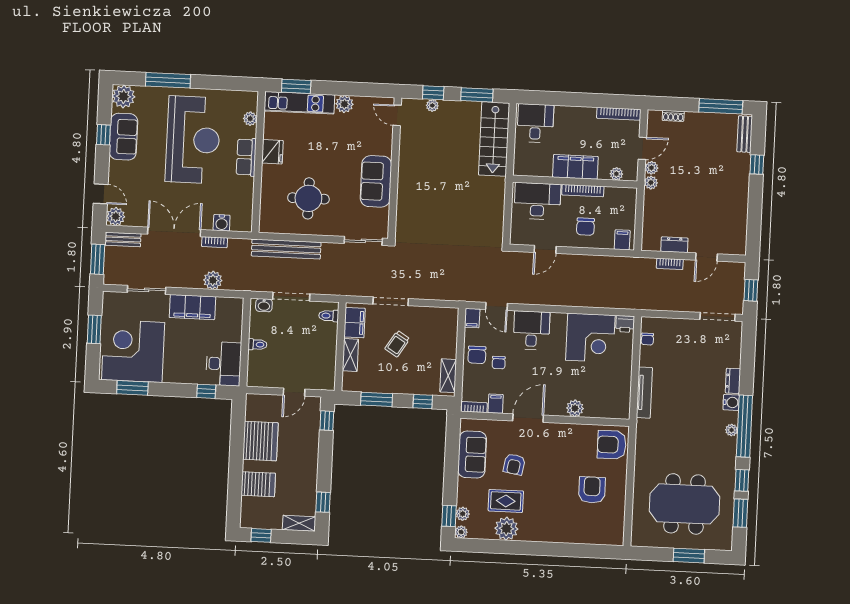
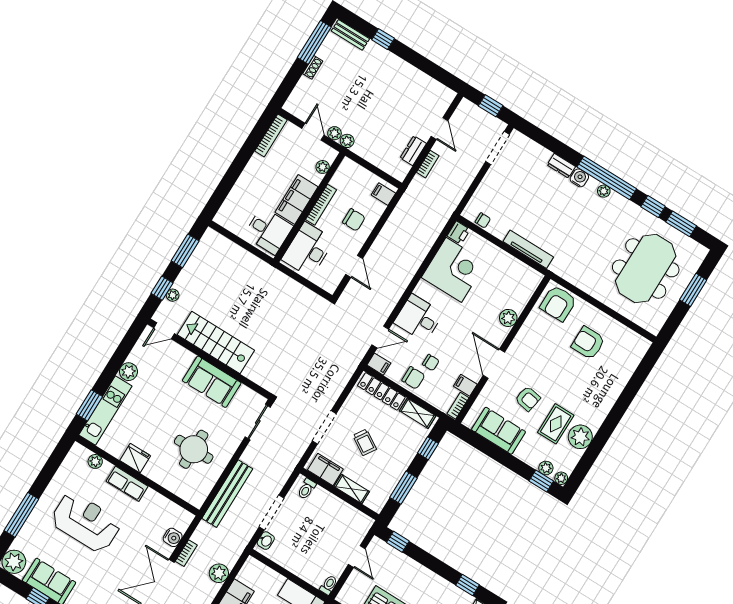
shoe rack: (673, 116) -> (313, 67), moved
desk: (535, 123) -> (268, 231), moved, turned 180
stairs: (494, 139) -> (216, 343), moved, turned 180
reception desk: (193, 140) -> (86, 522), width x0.74, depth x0.77
locker: (450, 334) -> (381, 391), added
toilet: (257, 345) -> (329, 585), moved

